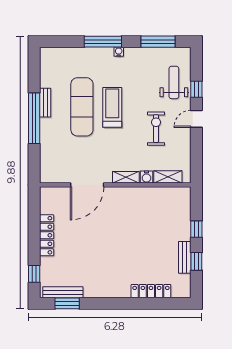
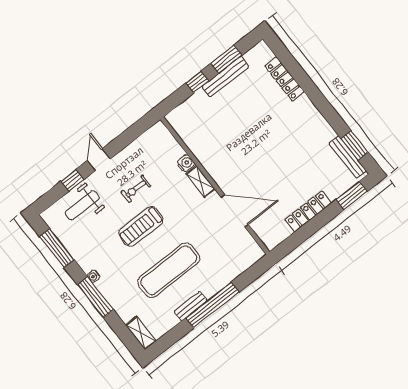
treadmill: (112, 107) -> (141, 226), moved
door: (196, 119) -> (99, 160), swing flipped
exercise bike: (156, 129) -> (136, 189), width x0.73, depth x0.72
shelving: (168, 177) -> (141, 333), moved
bench: (185, 257) -> (226, 77), width x1.36
window: (196, 261) -> (226, 59), width x1.50
window: (34, 274) -> (352, 196), width x1.50

